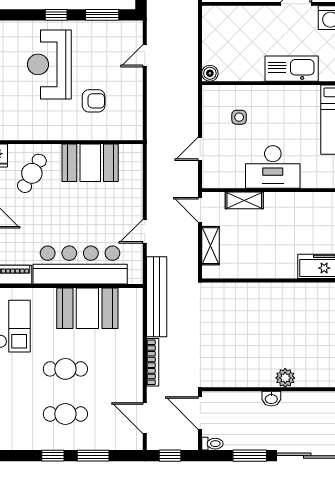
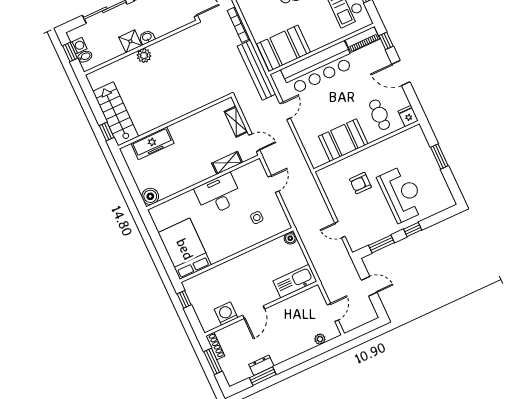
door: (145, 56) -> (340, 230), swing flipped
kitchen sink: (292, 69) -> (295, 281), moved, turned 180
cafe table: (32, 173) -> (380, 115), turned -30
booth: (87, 308) -> (284, 48), moved
shower: (294, 403) -> (130, 41), added

